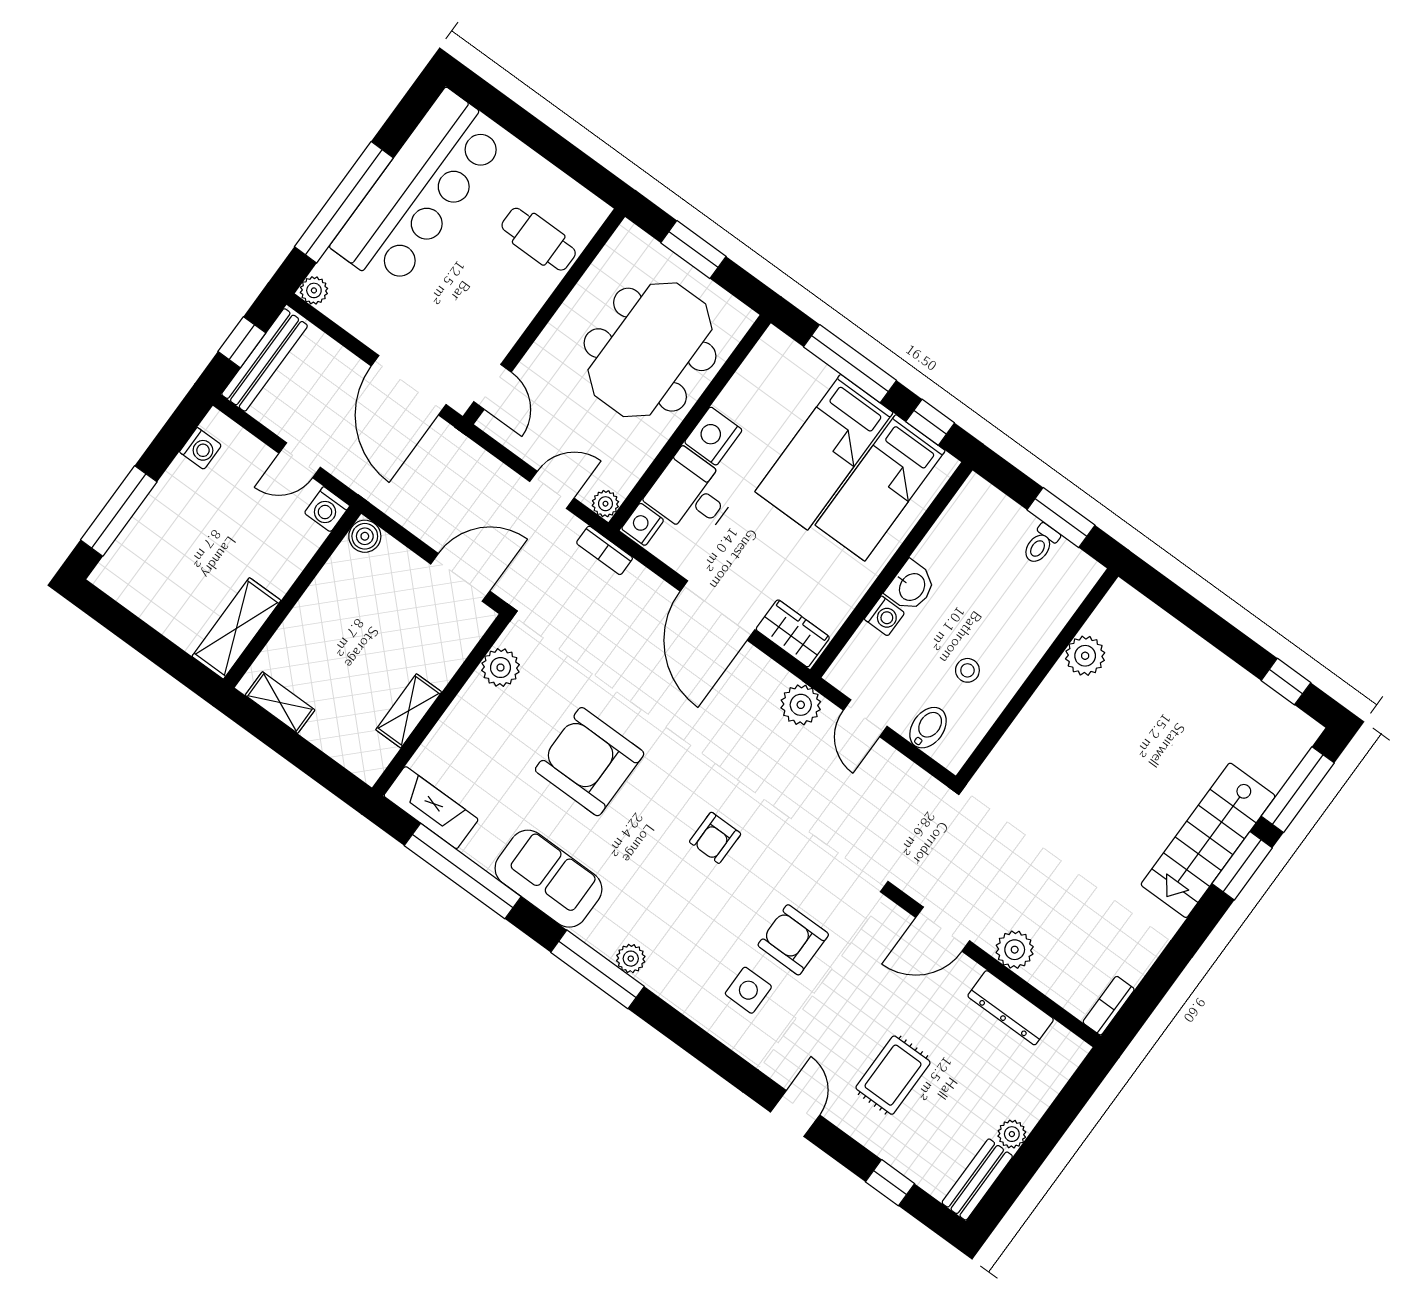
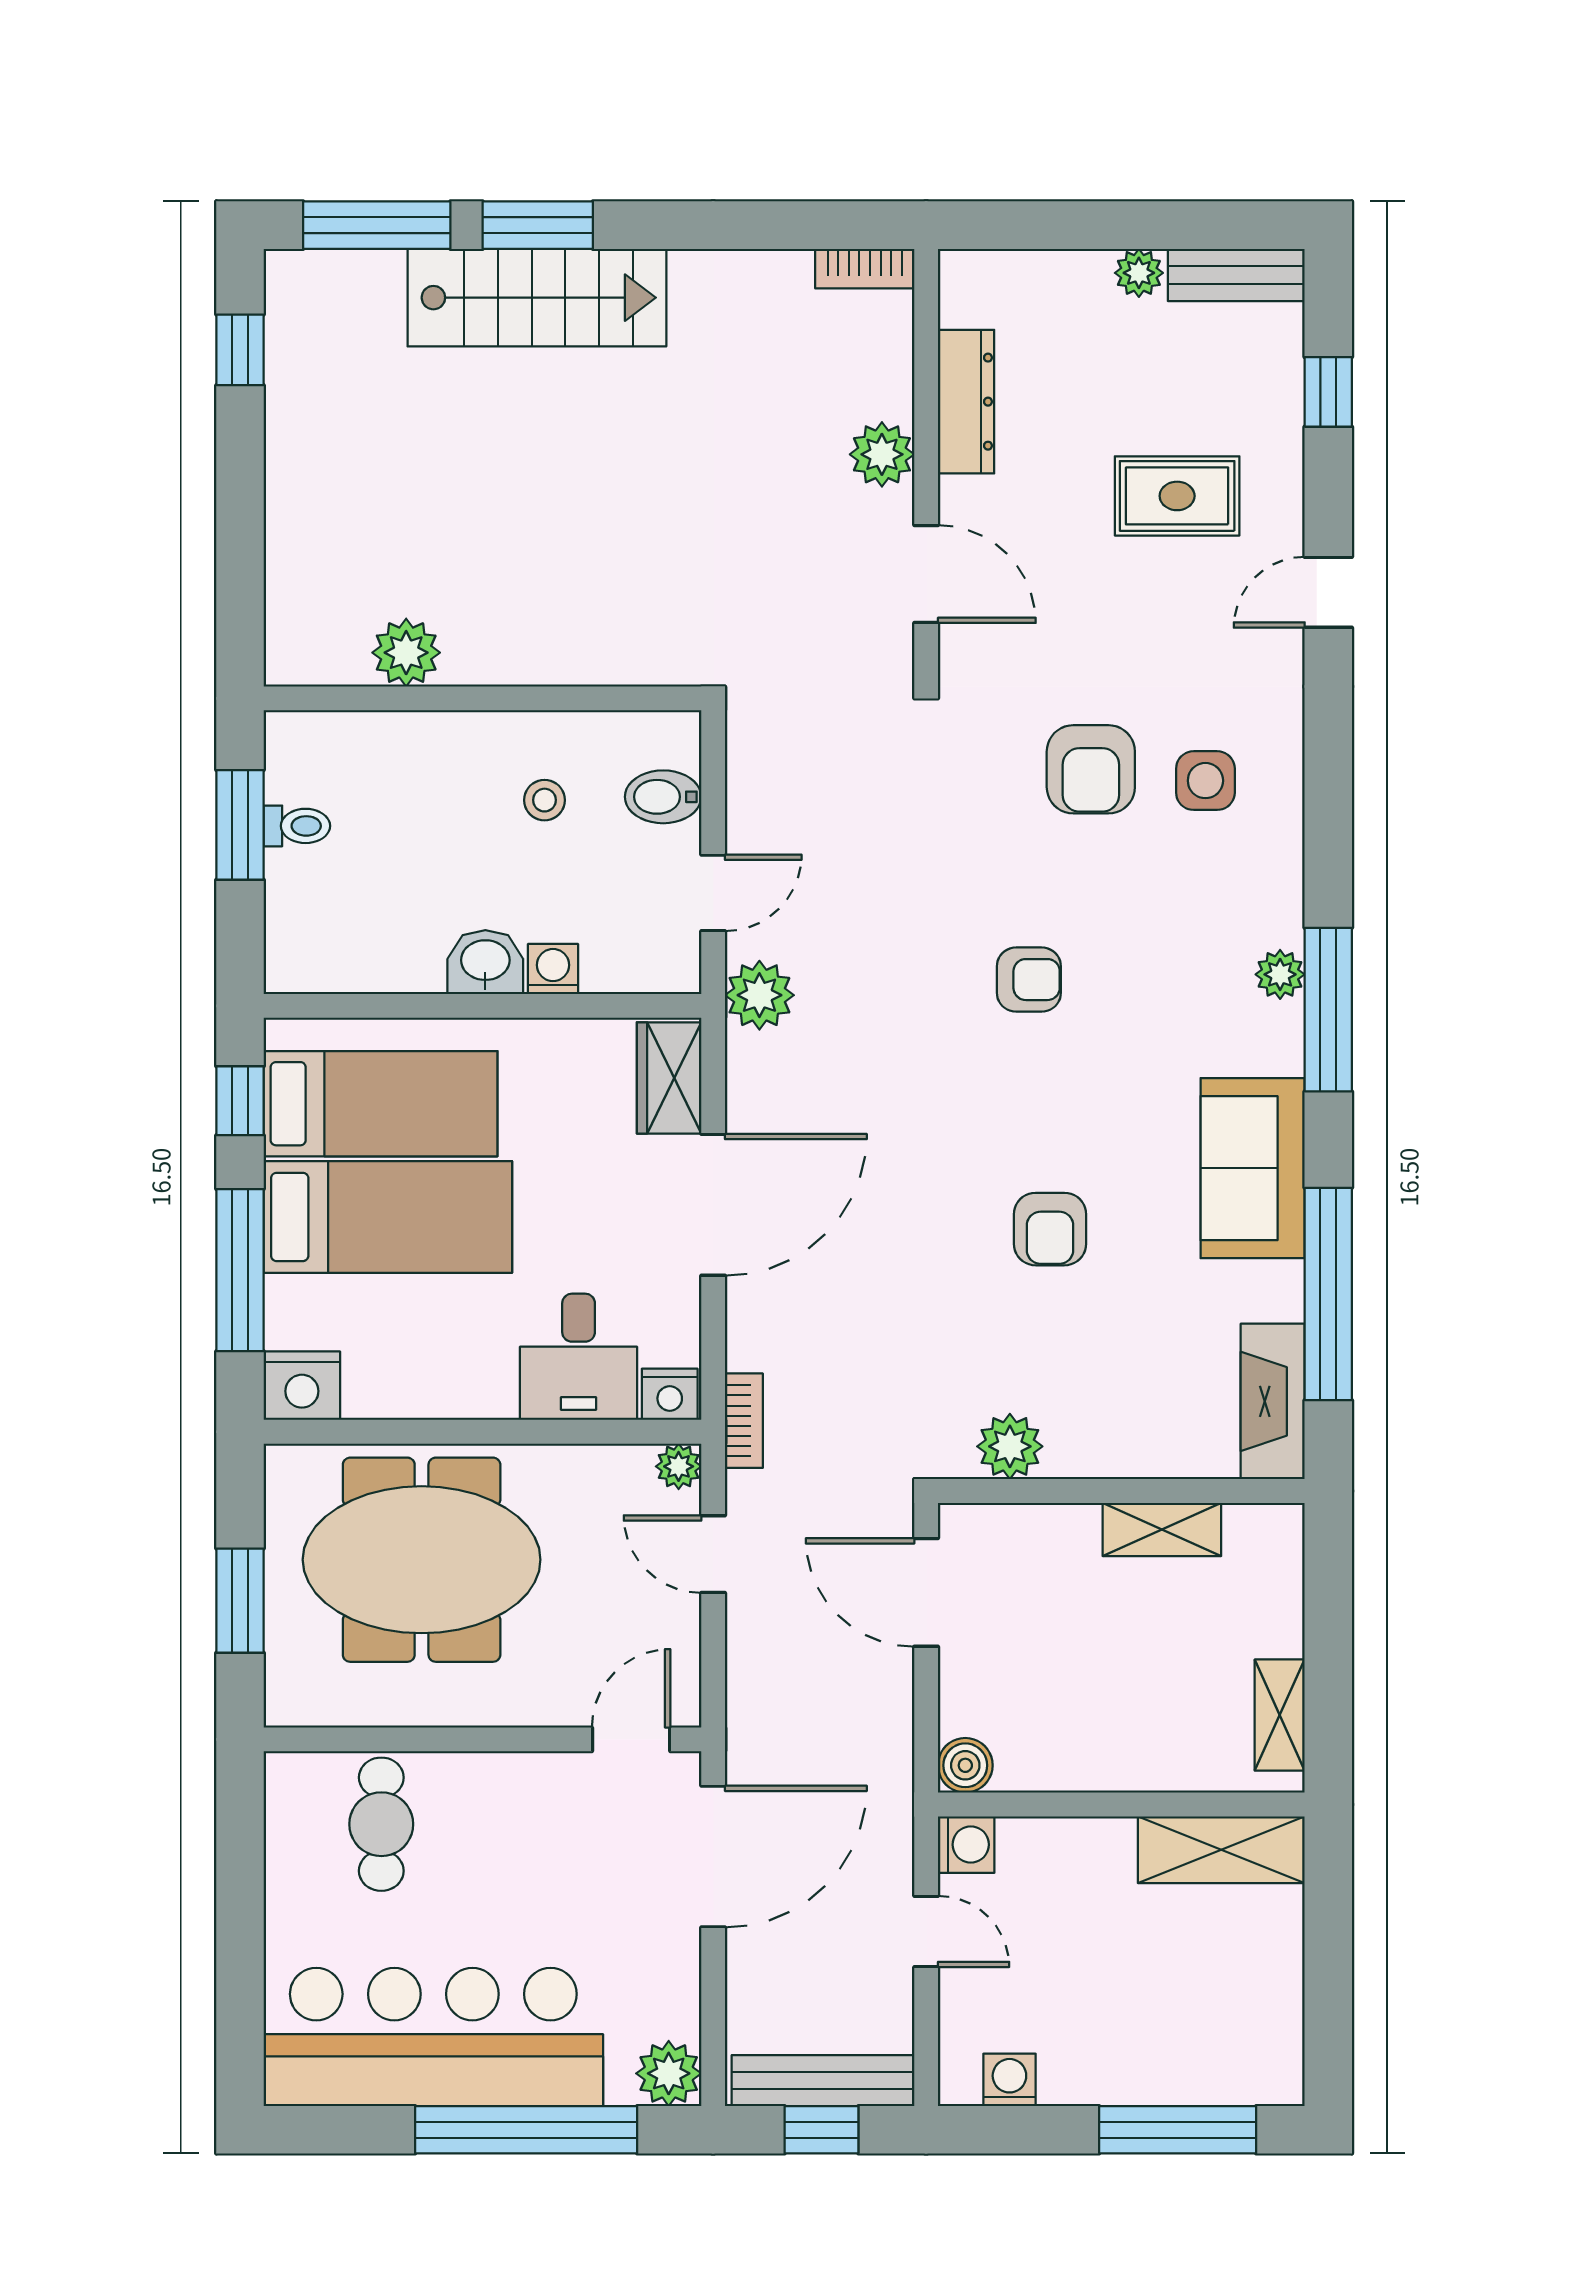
plant: (314, 290) -> (669, 2073), width x1.38, depth x1.38
nightstand: (713, 436) -> (302, 1386), moved
armchair: (590, 762) -> (1050, 1229), width x0.53, depth x0.53

